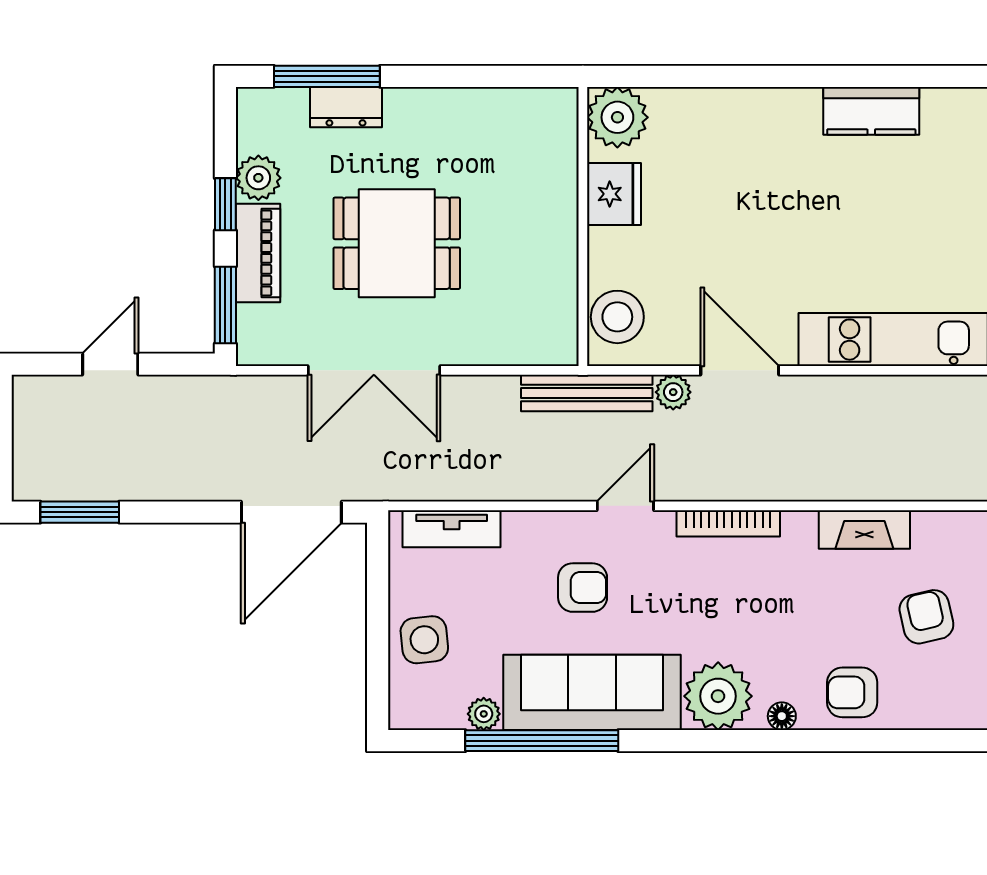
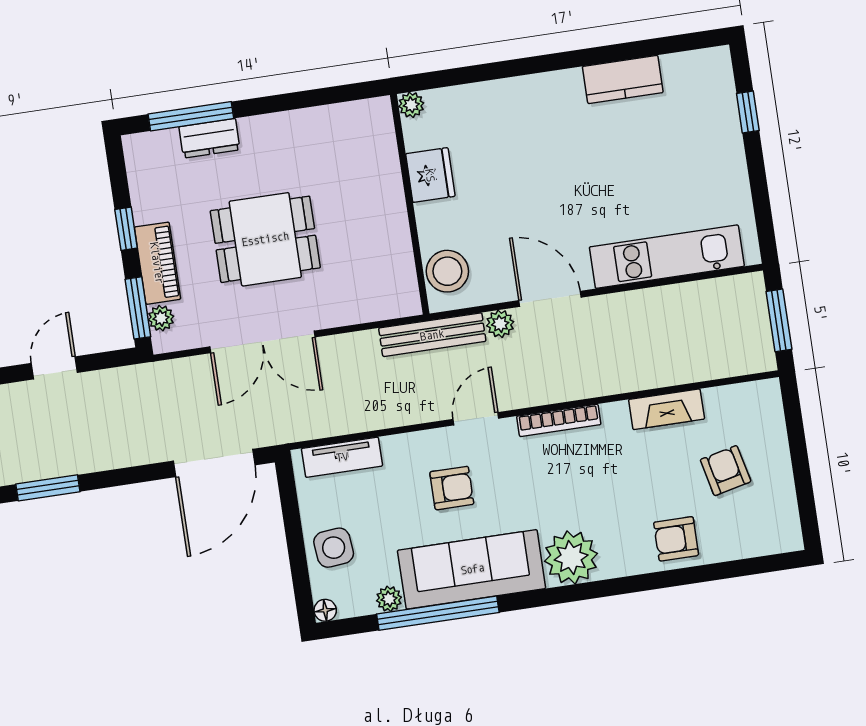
plant: (617, 117) -> (411, 105), width x0.53, depth x0.53
plant: (258, 178) -> (161, 318), moved, width x0.73, depth x0.73
floor lamp: (782, 716) -> (325, 610), moved

